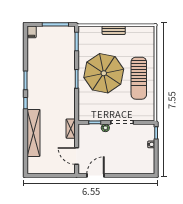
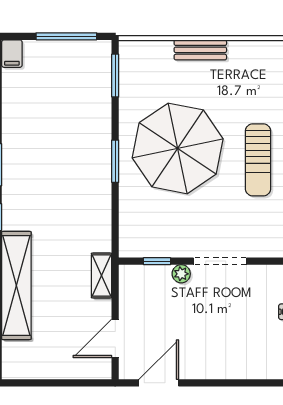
sun lounger: (139, 78) -> (258, 160), width x0.73, depth x0.75
door: (77, 156) -> (115, 338), hinge flipped

